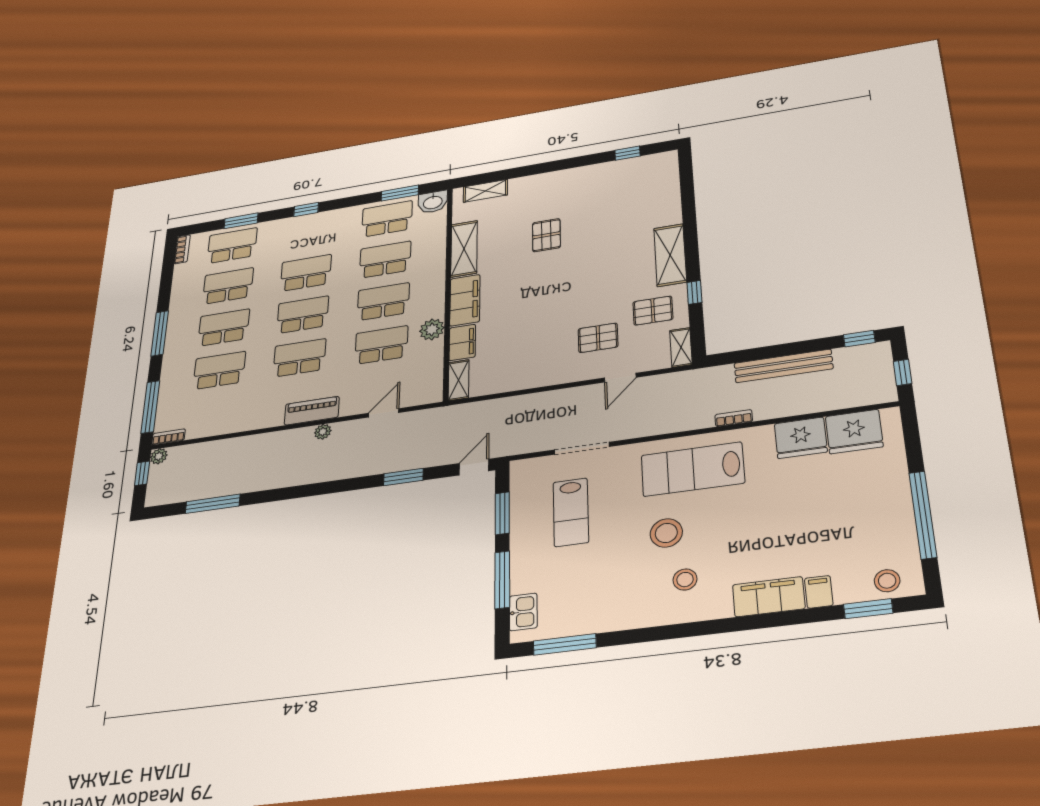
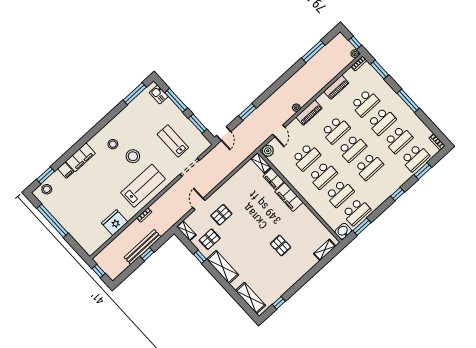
shelving: (464, 249) -> (250, 298), moved
plant: (432, 329) -> (268, 151), moved
window: (859, 339) -> (147, 254), moved
window: (150, 407) -> (380, 70), width x0.69
piano: (235, 423) -> (336, 87), added
fridge: (854, 432) -> (98, 237), removed

